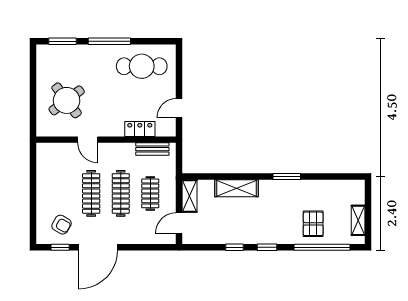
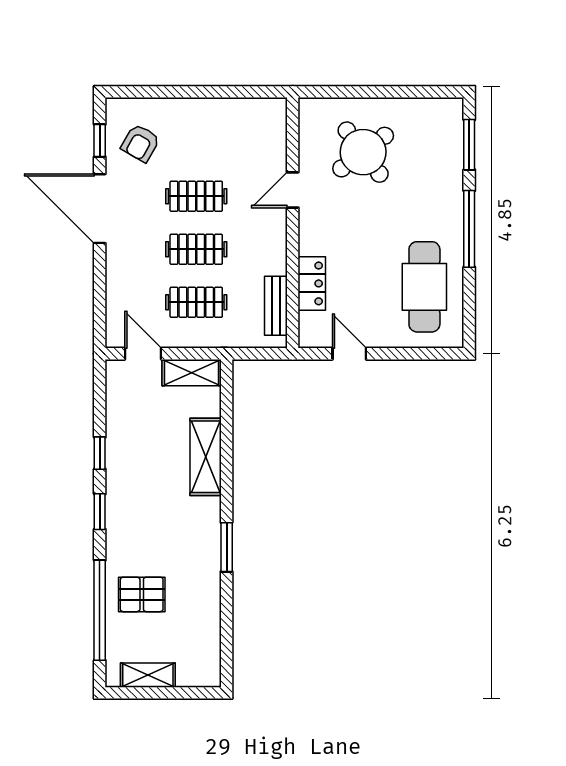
clothes rail: (91, 193) -> (196, 196), width x0.73
clothes rail: (121, 193) -> (196, 249), width x0.73

